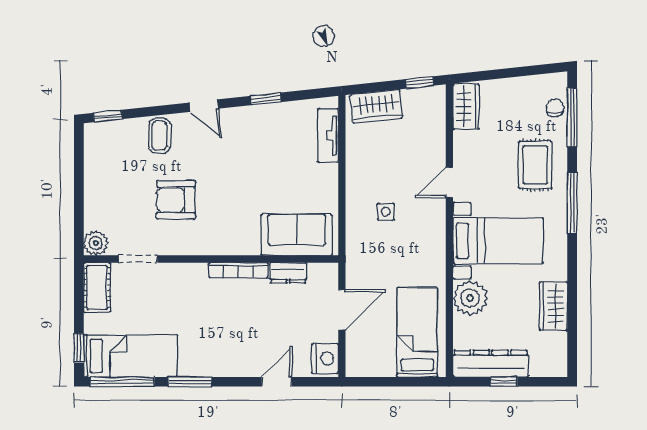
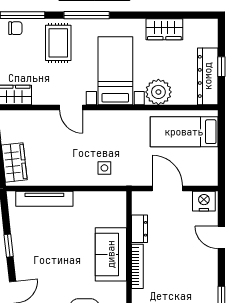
chair: (555, 108) -> (15, 28), turned 180
tv unit: (328, 135) -> (44, 199), width x1.41
rug: (535, 165) -> (58, 43), turned 90
side table: (386, 212) -> (104, 168), moved
sofa: (297, 235) -> (111, 254), moved

